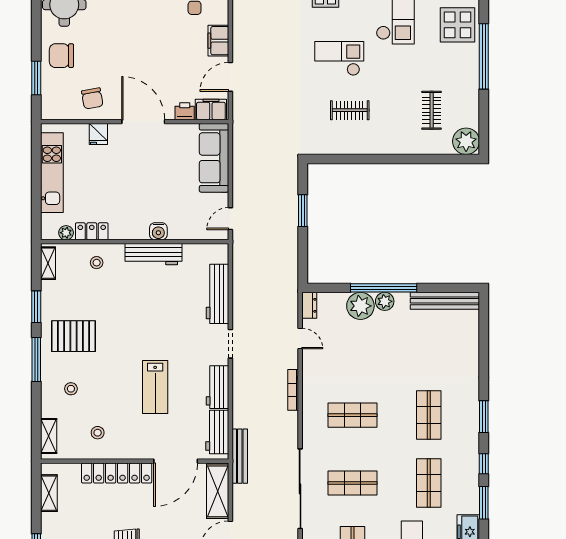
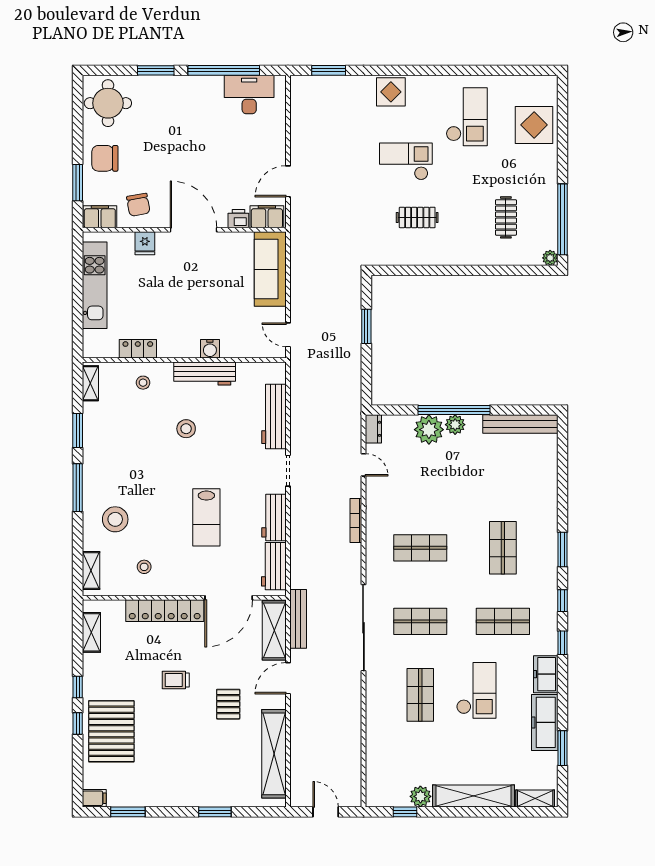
filing cabinet: (218, 41) -> (100, 217), moved, turned 90
window: (484, 56) -> (563, 219), moved
plant: (466, 141) -> (550, 258), width x0.53, depth x0.53
door: (230, 219) -> (288, 335), hinge flipped
plant: (66, 233) -> (110, 350), removed
stool: (136, 305) -> (186, 429), added
pallet: (74, 336) -> (118, 462), removed
stool: (71, 389) -> (115, 519), width x1.89, depth x1.89
bench: (240, 456) -> (298, 619), moved
shop shelf: (429, 483) -> (503, 621), turned 90
window: (484, 503) -> (563, 643), width x0.67

